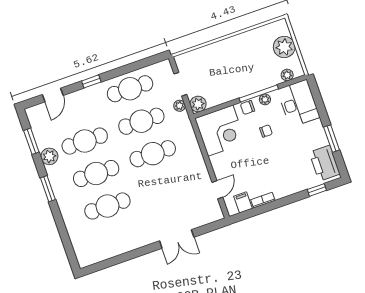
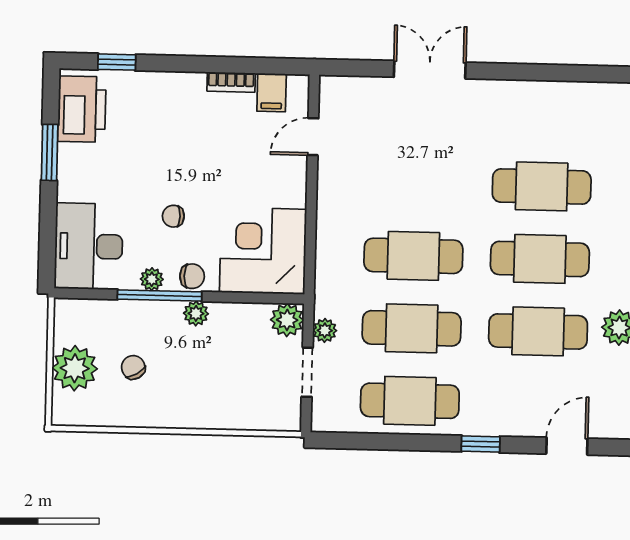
chair: (258, 57) -> (133, 367), added
plant: (287, 75) -> (196, 313), moved

